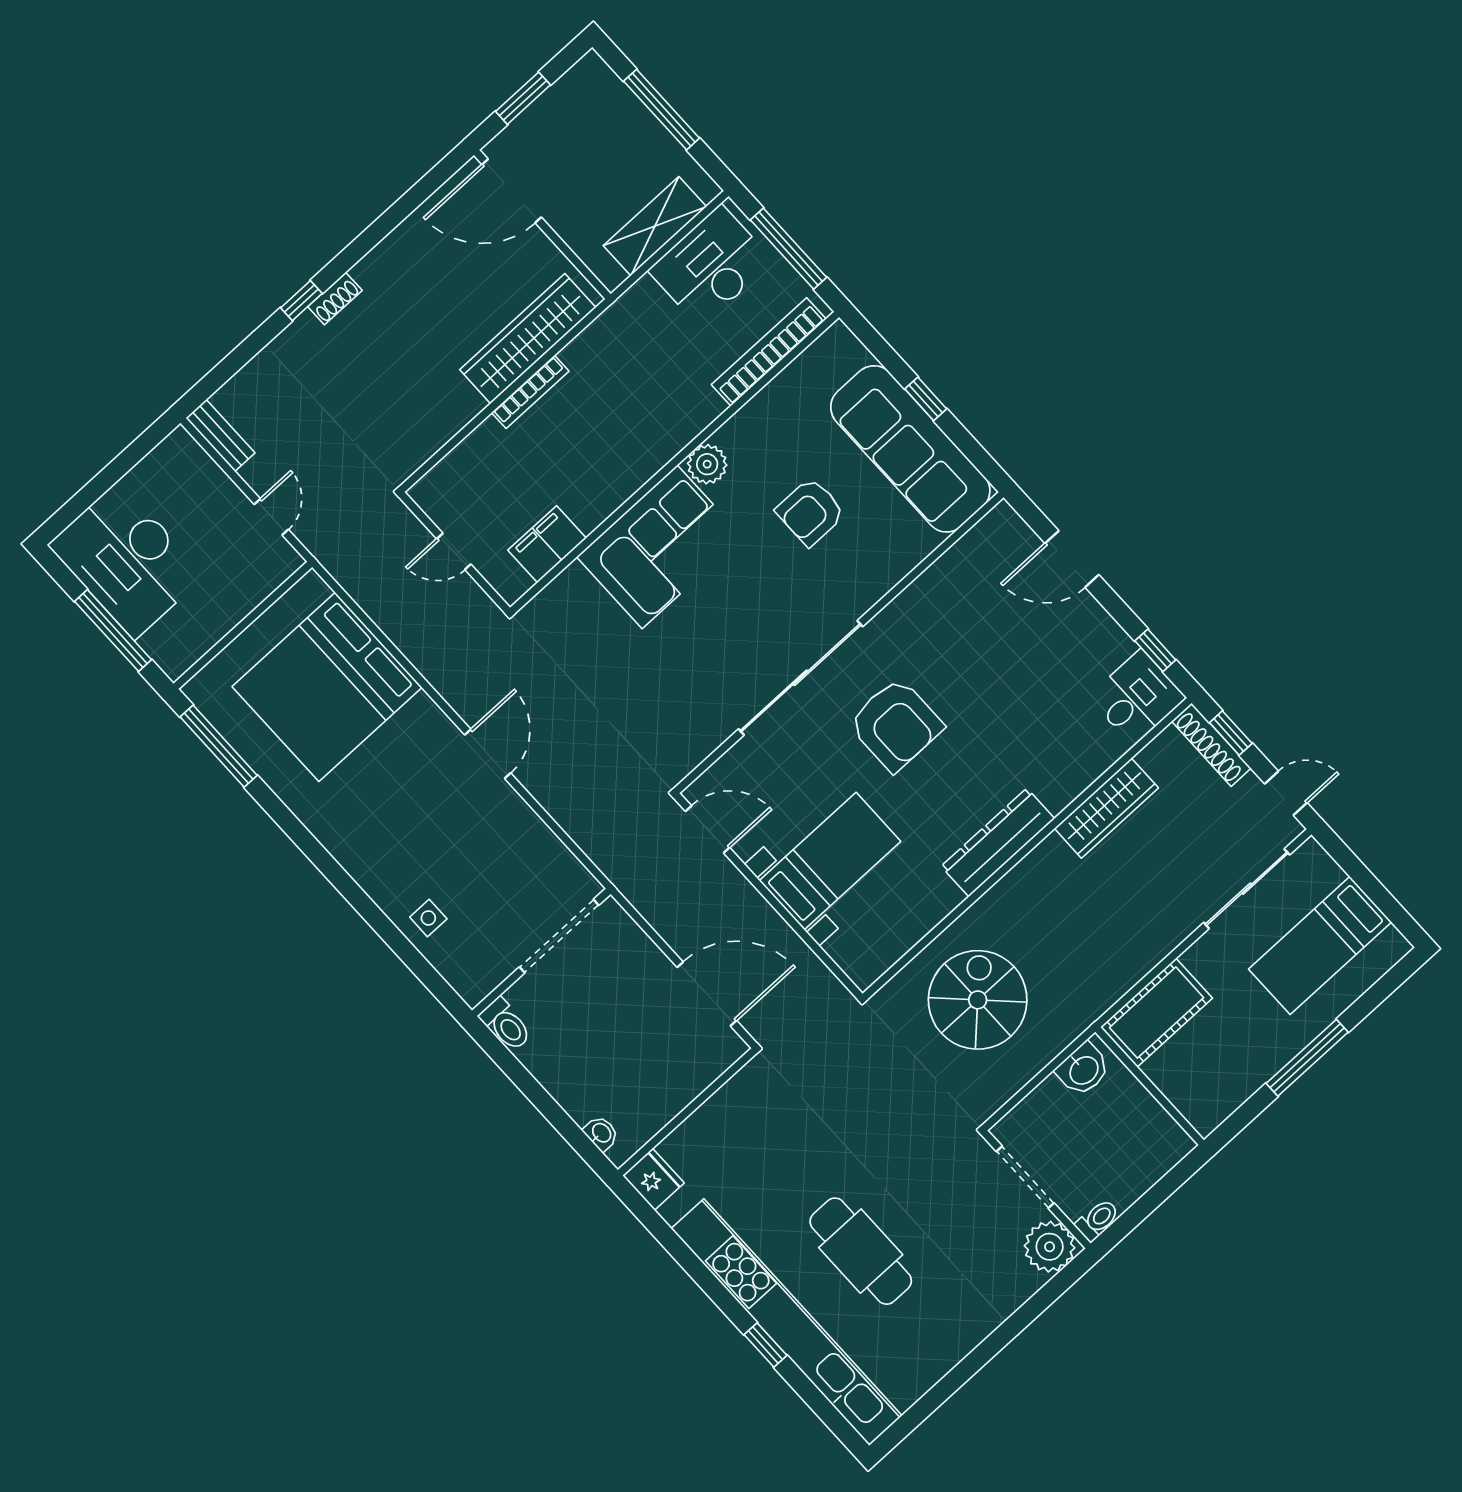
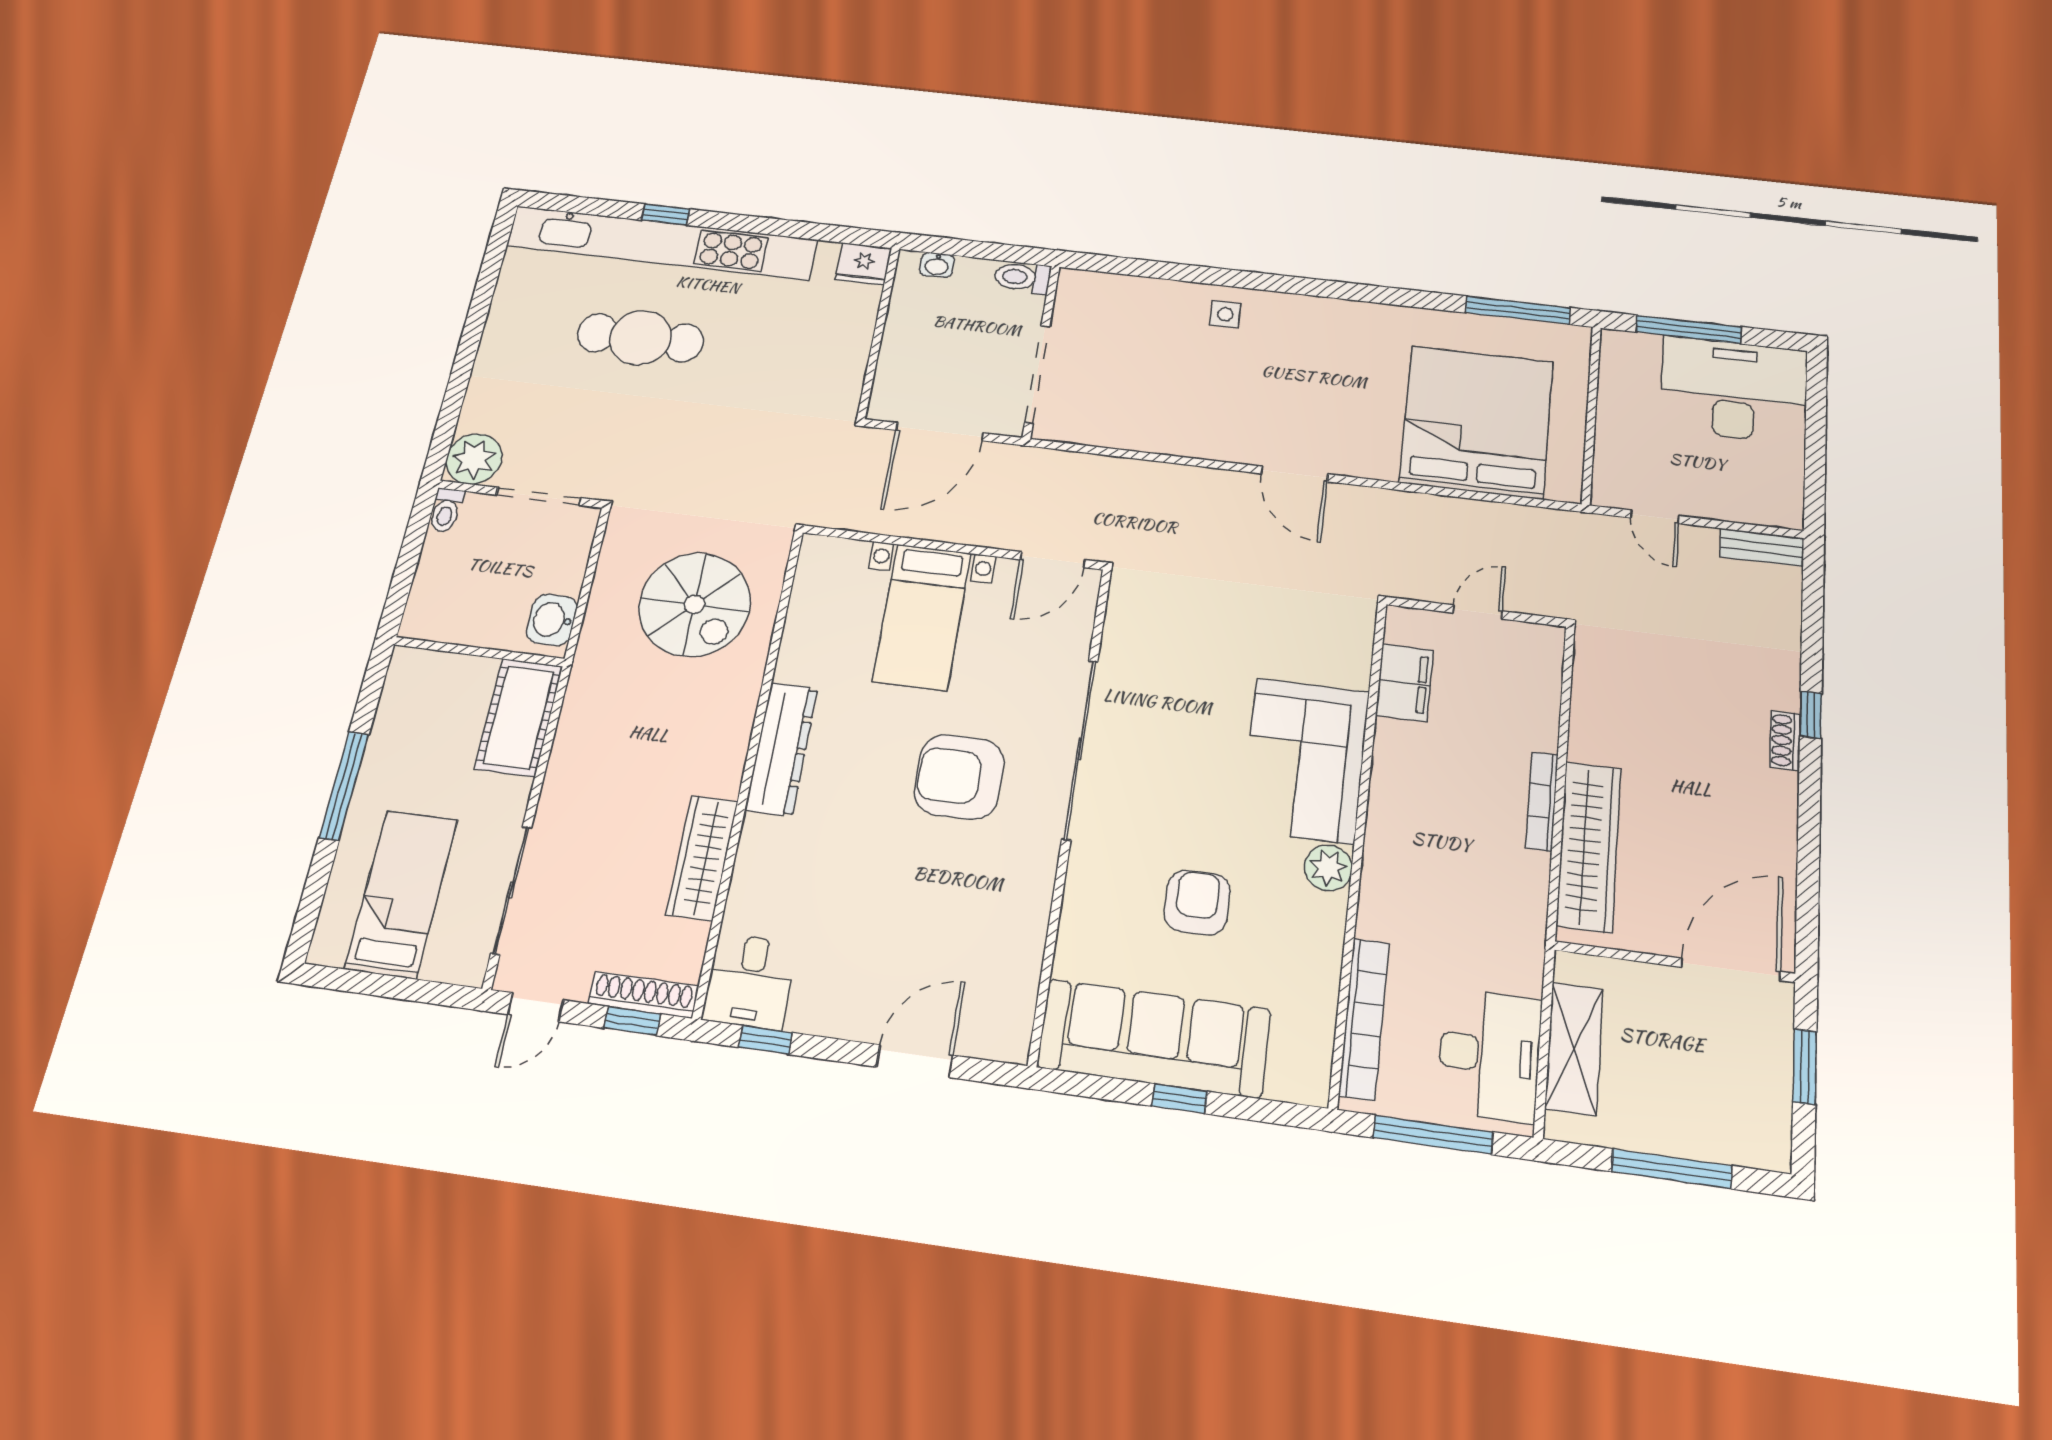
doorway: (559, 936) -> (1037, 374), moved
wall: (541, 952) -> (1041, 351), moved
toilet: (506, 1024) -> (1022, 277), moved

